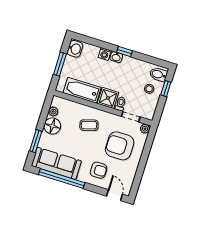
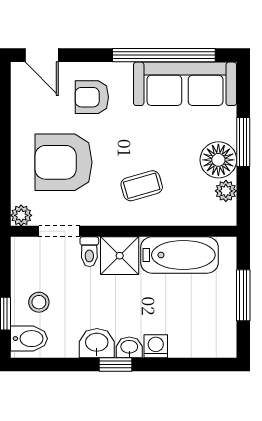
washbasin: (75, 49) -> (97, 343), moved, turned 90
window: (36, 141) -> (243, 142), moved
armchair: (120, 146) -> (64, 162), turned 180

